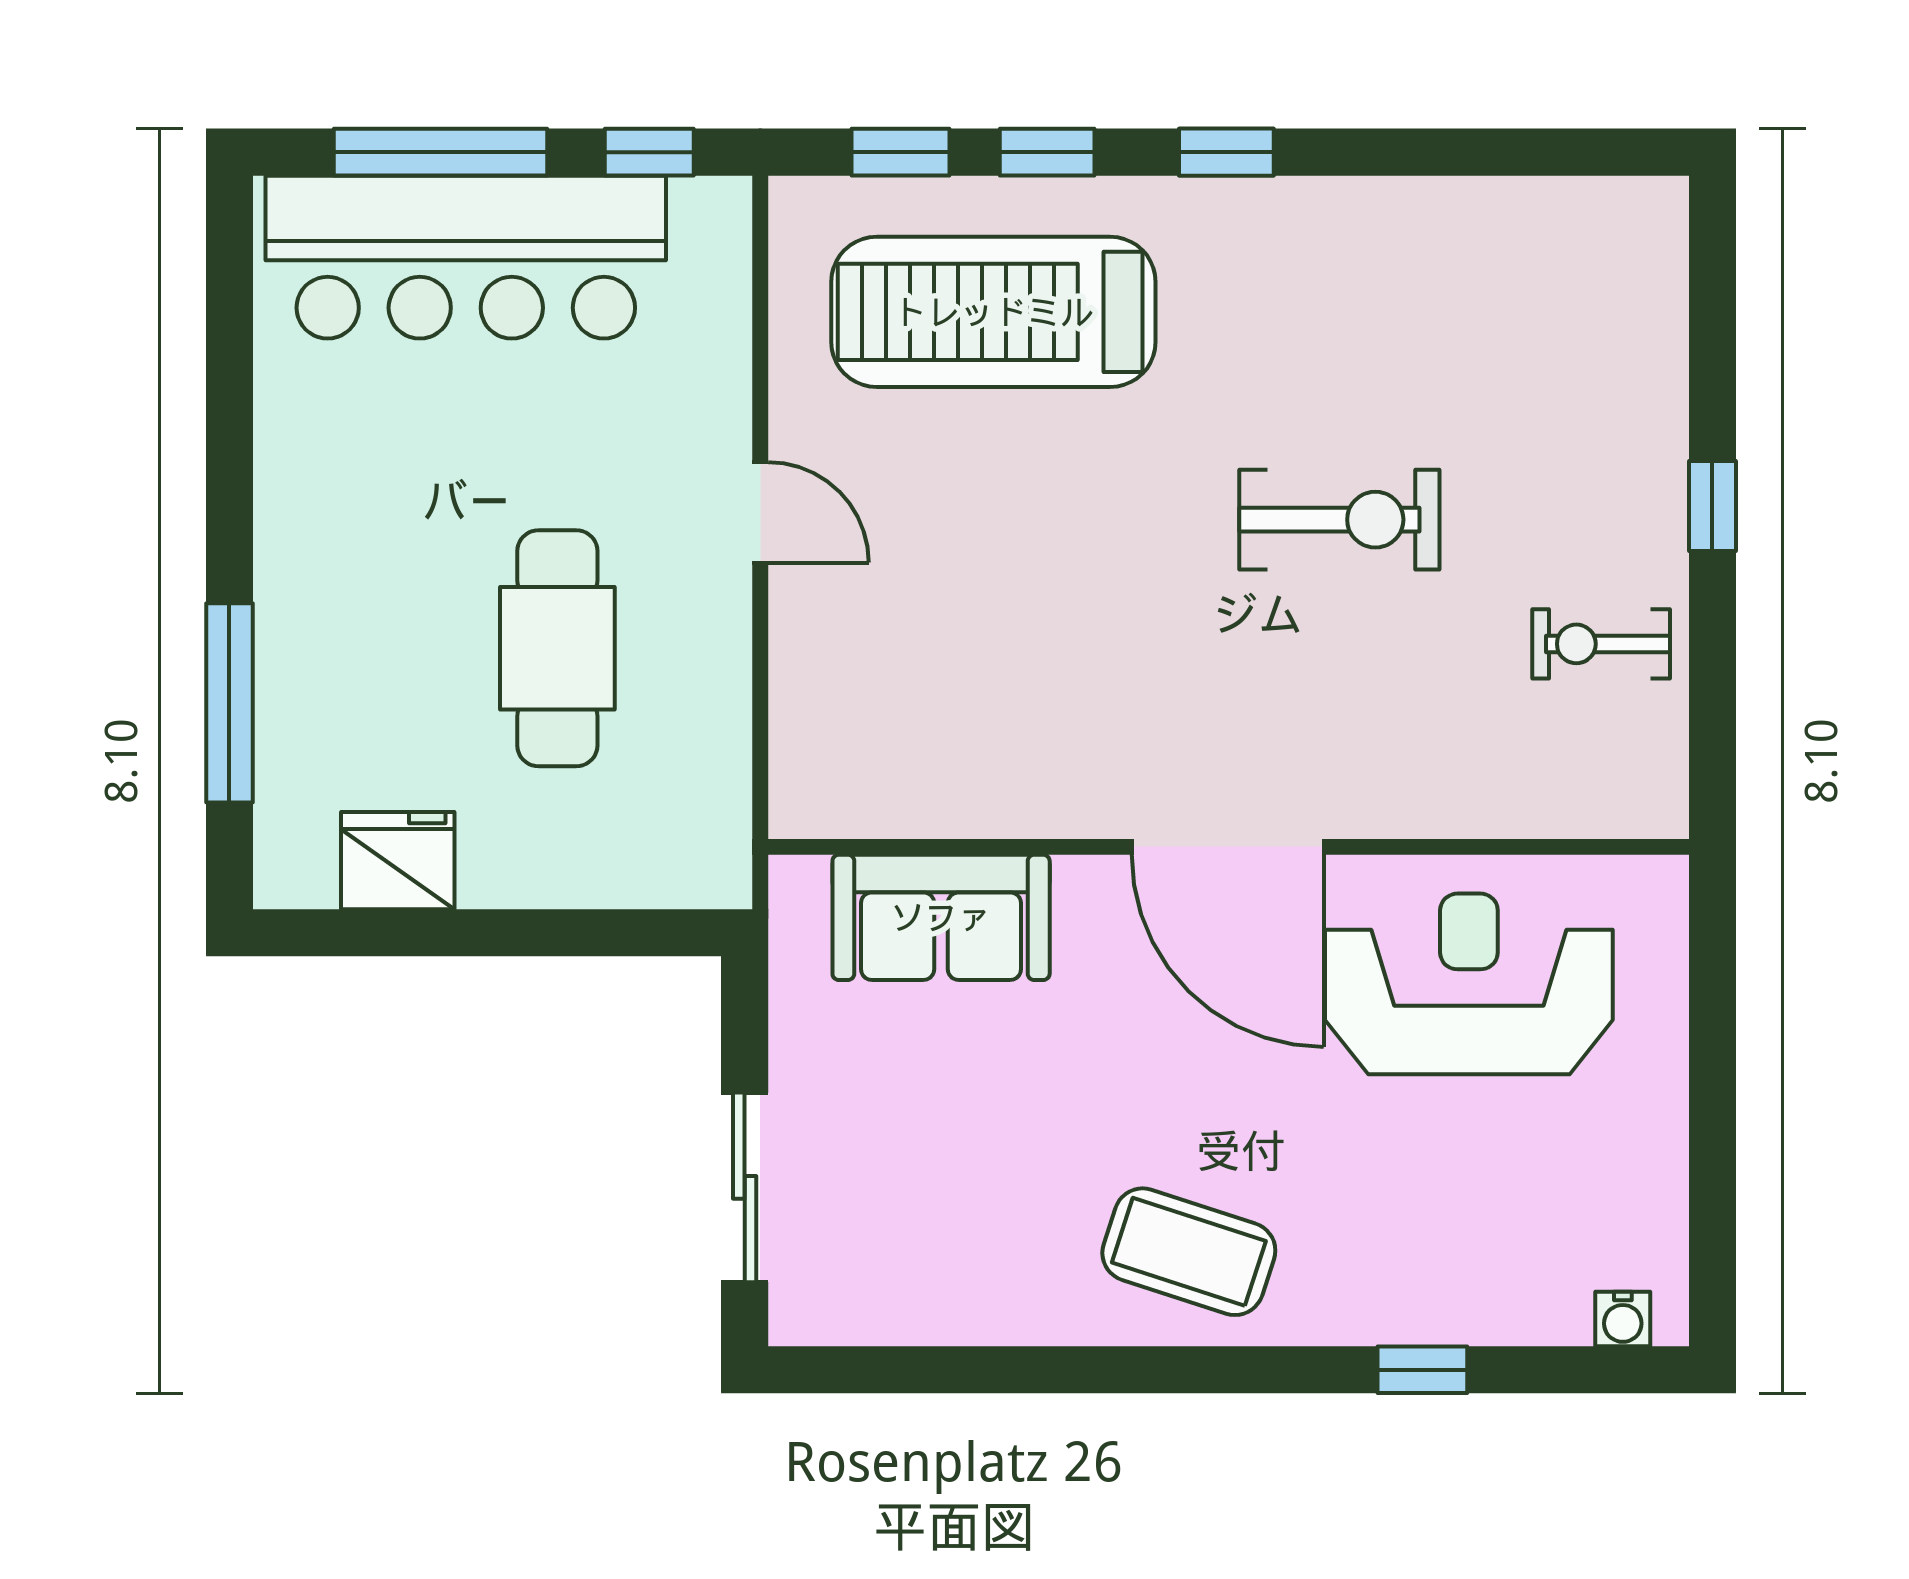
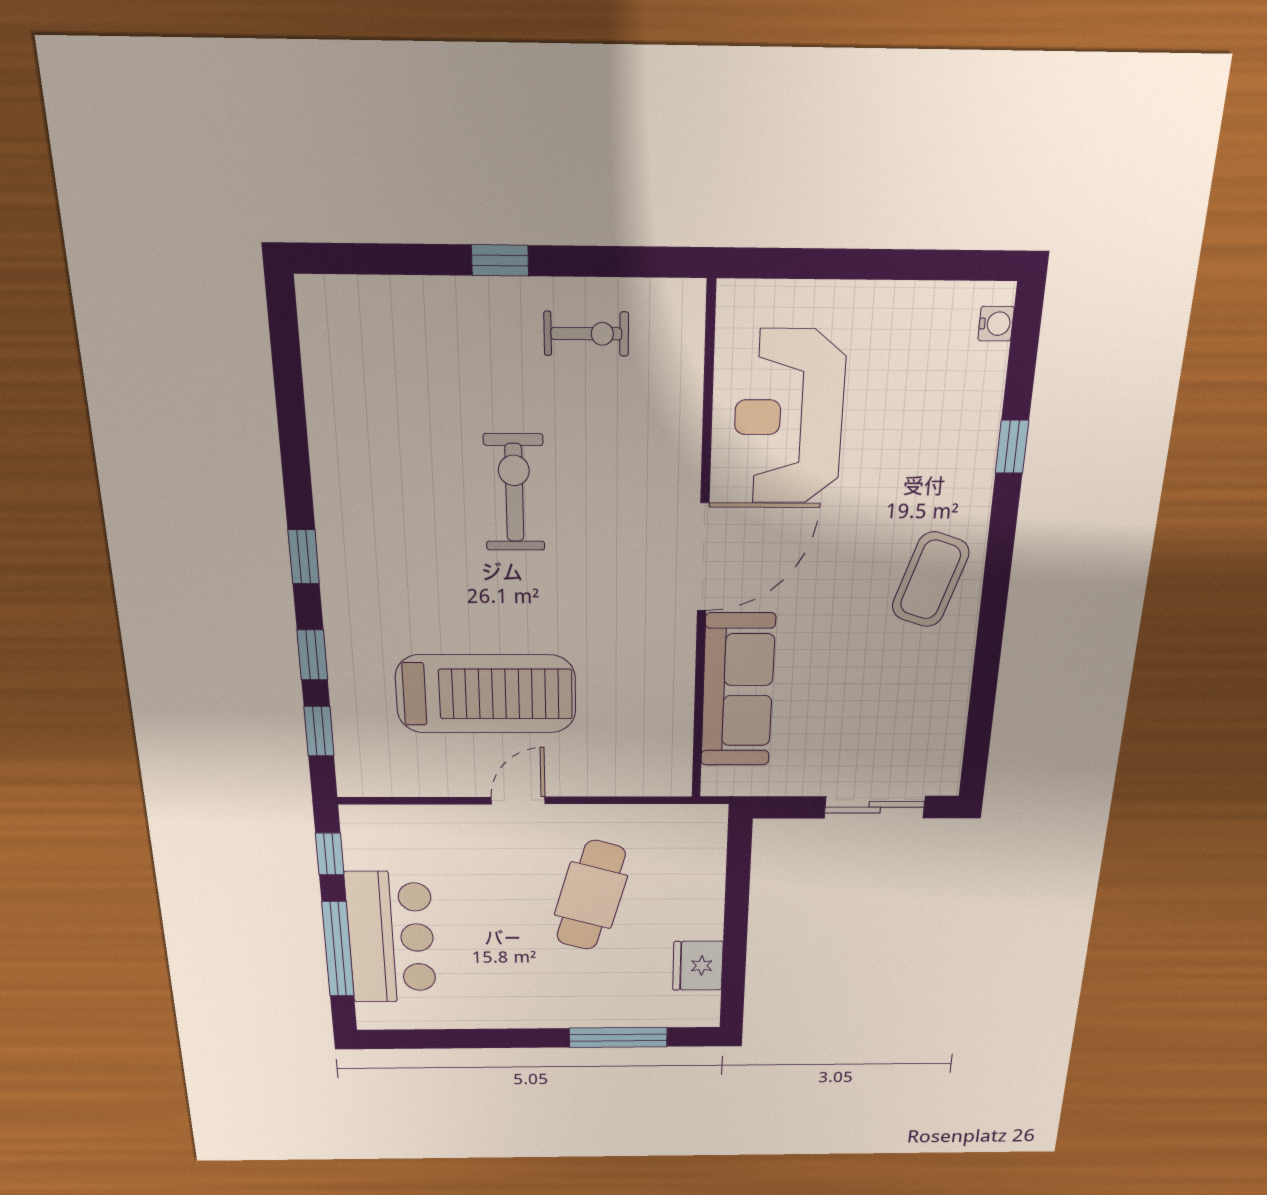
bar counter: (466, 257) -> (391, 938), width x0.73
treadmill: (993, 312) -> (486, 694), moved, turned -90
exercise bike: (1601, 644) -> (586, 334), turned -90
cafe table: (557, 648) -> (591, 895), turned -74
sofa: (941, 917) -> (738, 690), width x1.36

